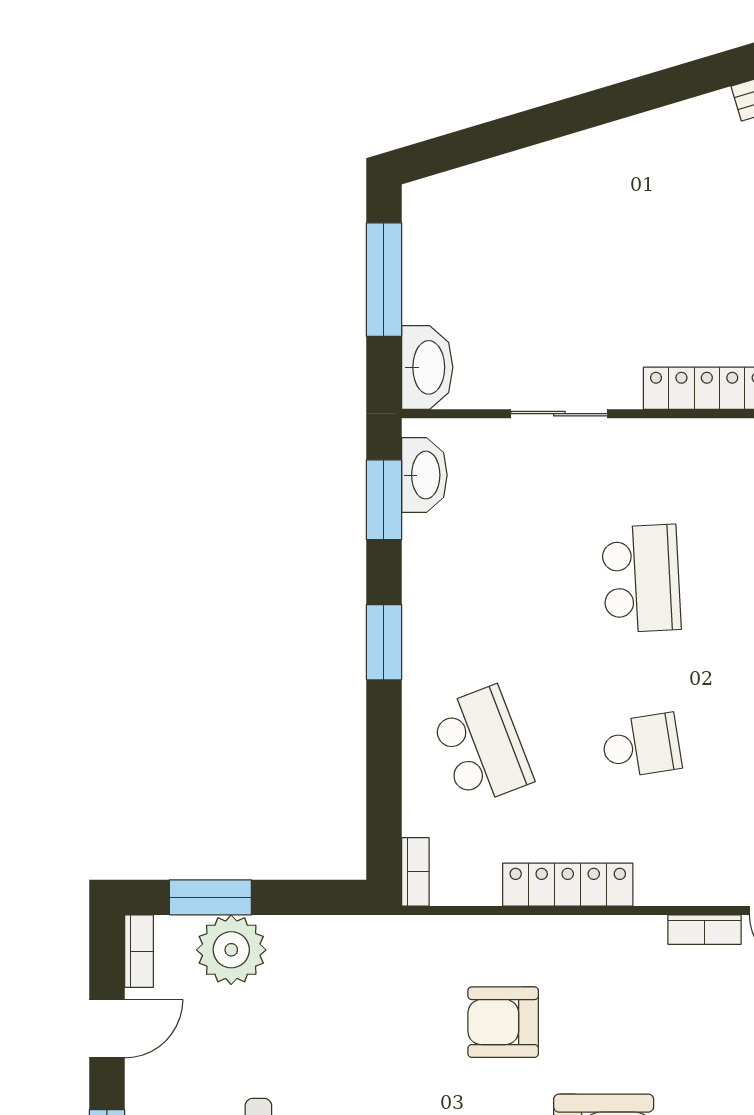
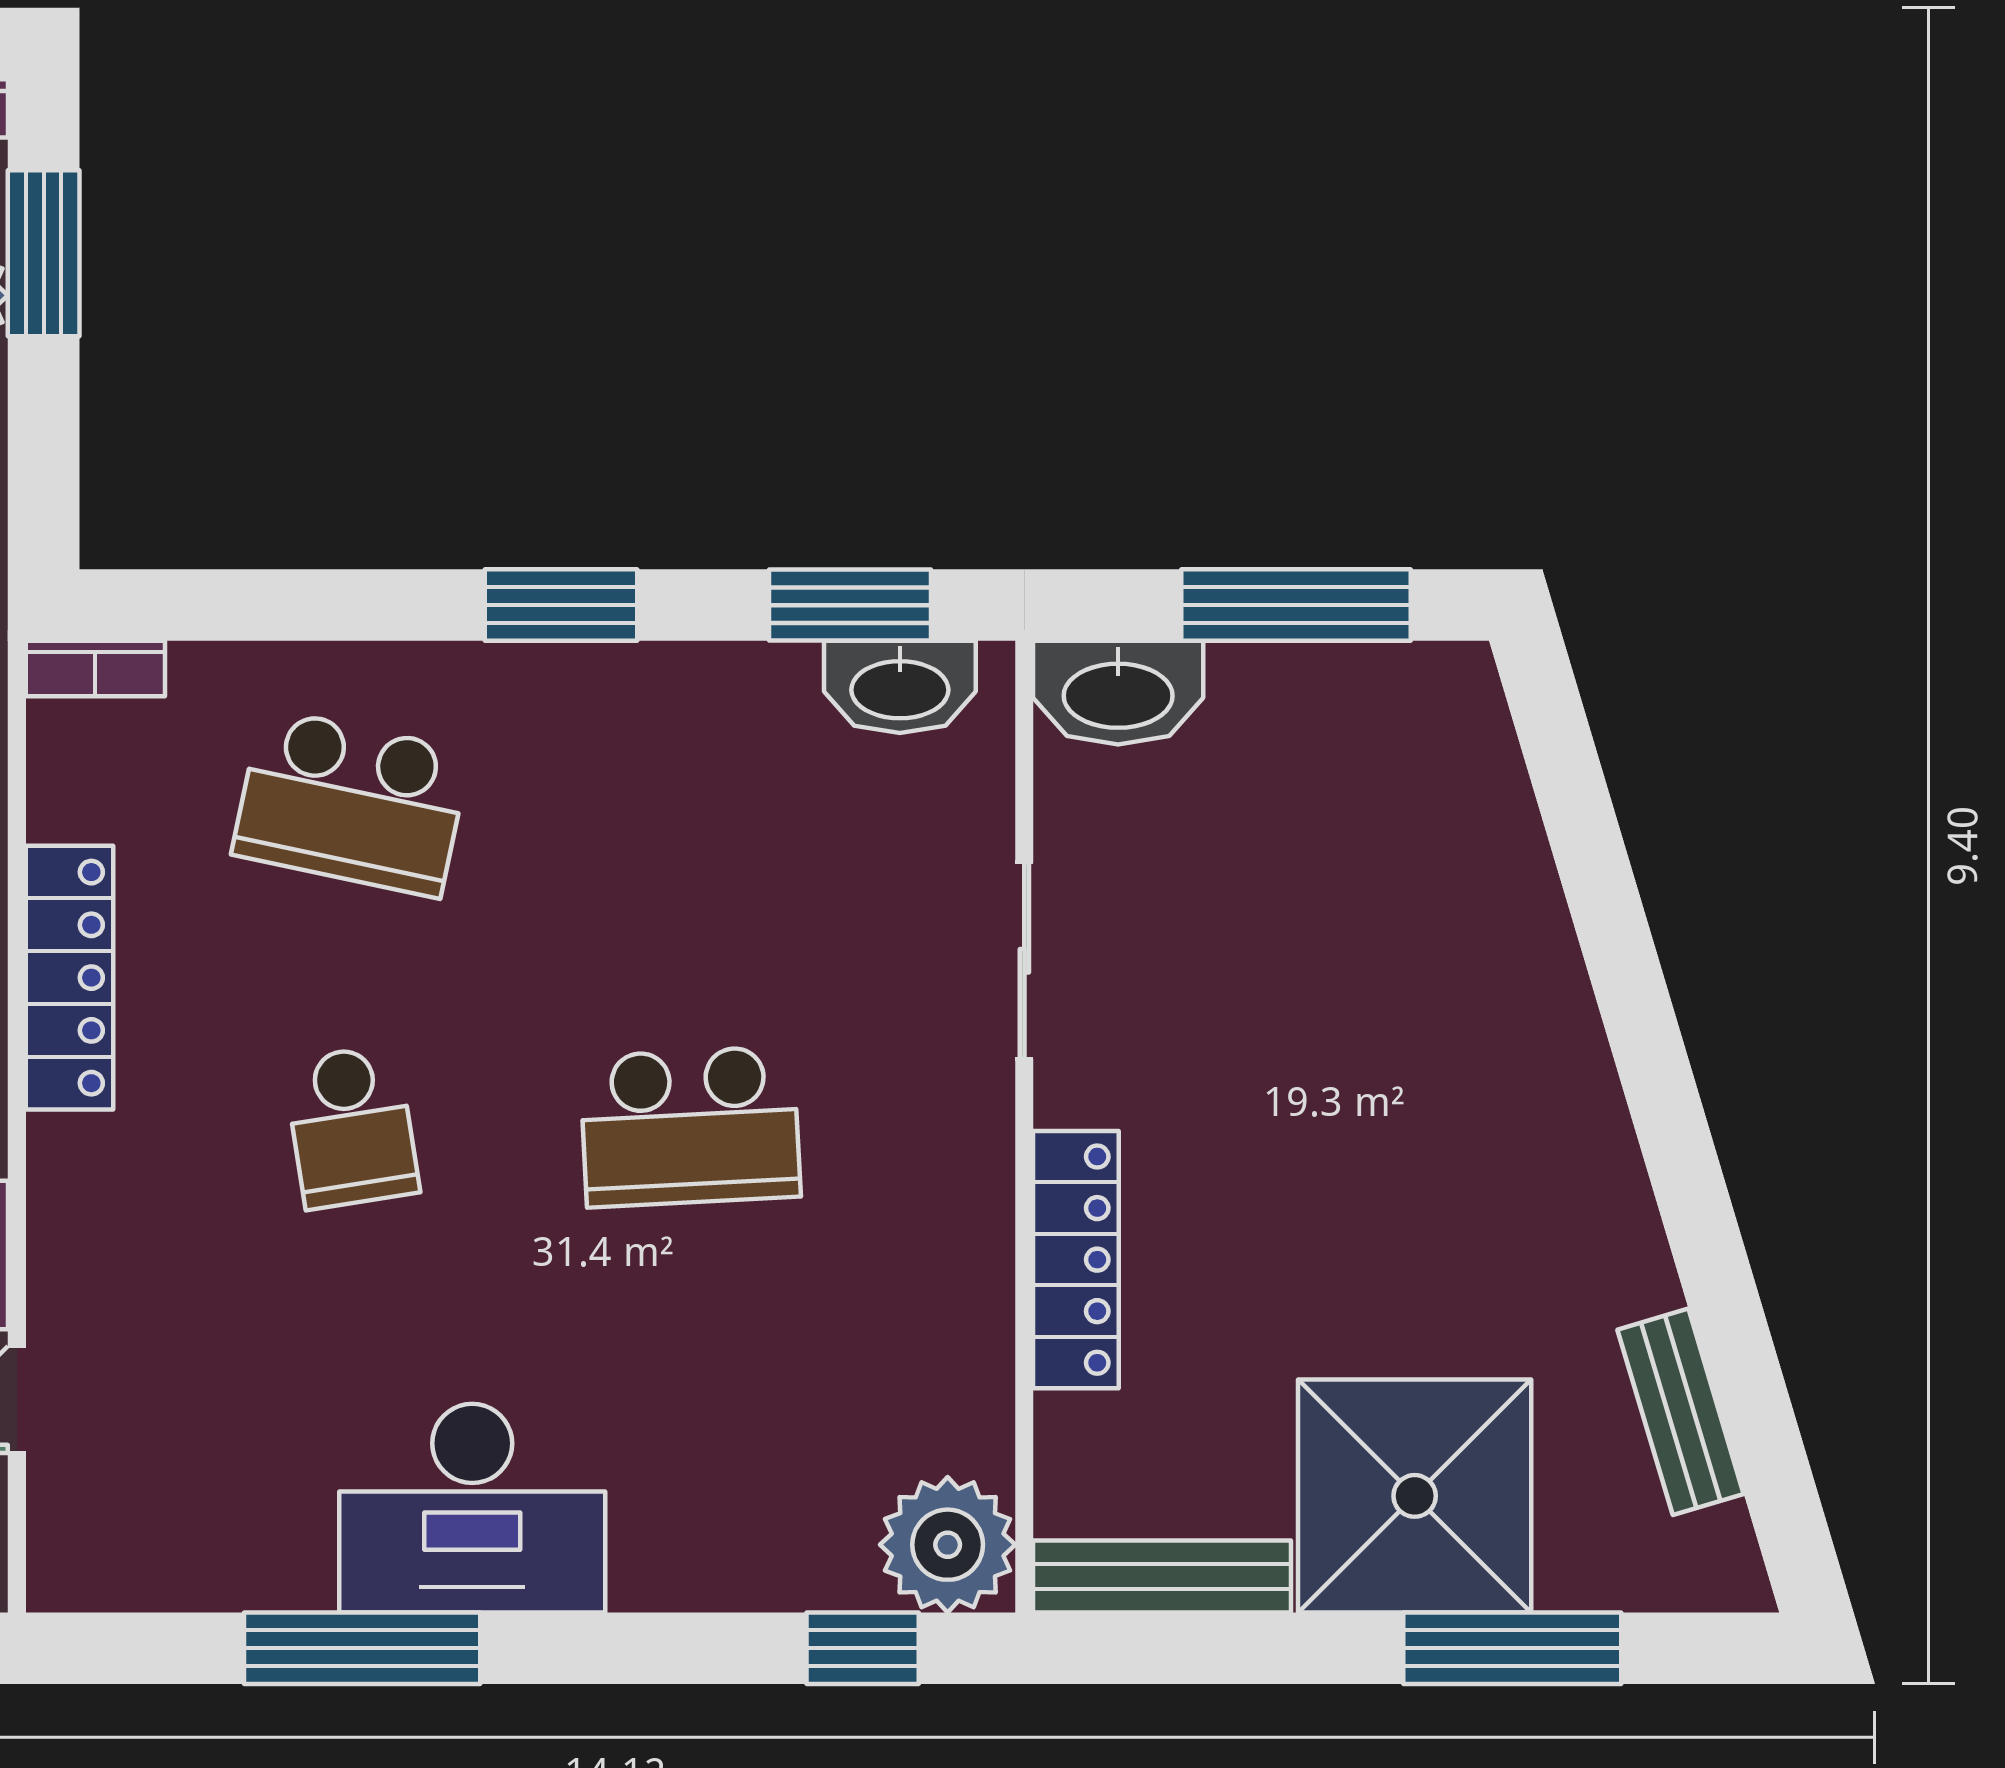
school desk: (482, 746) -> (351, 803), turned 33

